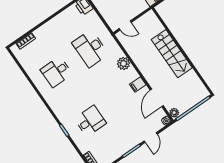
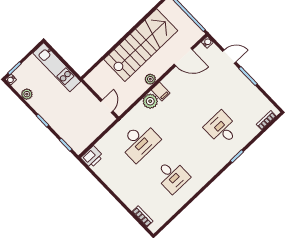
stairs: (172, 54) -> (141, 45), width x1.36, depth x1.51
filing cabinet: (138, 85) -> (161, 92), moved
plant: (174, 113) -> (150, 79), moved

